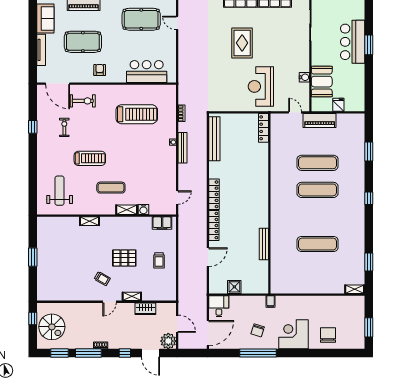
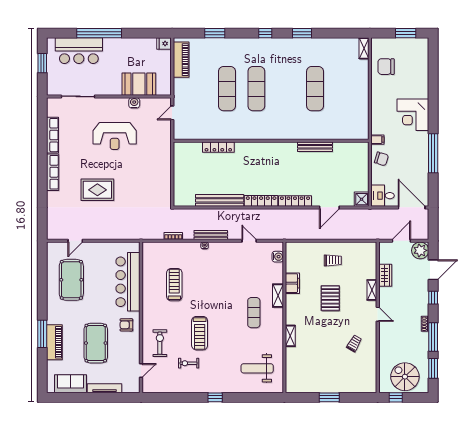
bar counter: (353, 42) -> (79, 51), moved
rug: (242, 43) -> (97, 190), moved
window: (369, 45) -> (99, 33), width x2.11
bar counter: (147, 72) -> (128, 282), width x1.36
door: (58, 84) -> (141, 370), width x0.53
reception desk: (261, 86) -> (115, 136), moved
fridge: (338, 105) -> (164, 44), moved
treadmill: (137, 114) -> (174, 285), width x0.73, depth x0.73
piano: (320, 120) -> (181, 60), moved
window: (33, 127) -> (215, 397), moved
locker: (264, 128) -> (218, 147), moved
bench: (214, 139) -> (220, 200), moved
treadmill: (90, 158) -> (200, 333), moved, turned 180
door: (177, 197) -> (249, 241), moved
water cooler: (143, 210) -> (278, 257), moved
filing cabinet: (162, 223) -> (292, 283), moved
door: (208, 257) -> (329, 207), swing flipped
window: (369, 262) -> (302, 33), moved
trolley: (102, 279) -> (354, 343), moved
shower: (234, 287) -> (362, 199), moved
spiral stairs: (52, 327) -> (405, 377), turned -90
chair: (258, 330) -> (381, 159), moved
chair: (328, 335) -> (386, 67), moved

